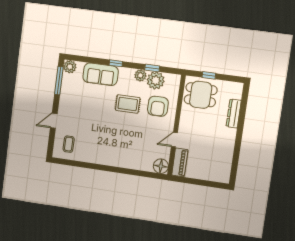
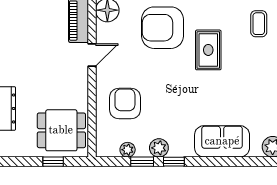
window: (116, 63) -> (174, 162), moved
plant: (156, 80) -> (128, 150), width x0.53, depth x0.53
rug: (128, 104) -> (208, 50), moved, turned 90
armchair: (128, 150) -> (162, 28), added

